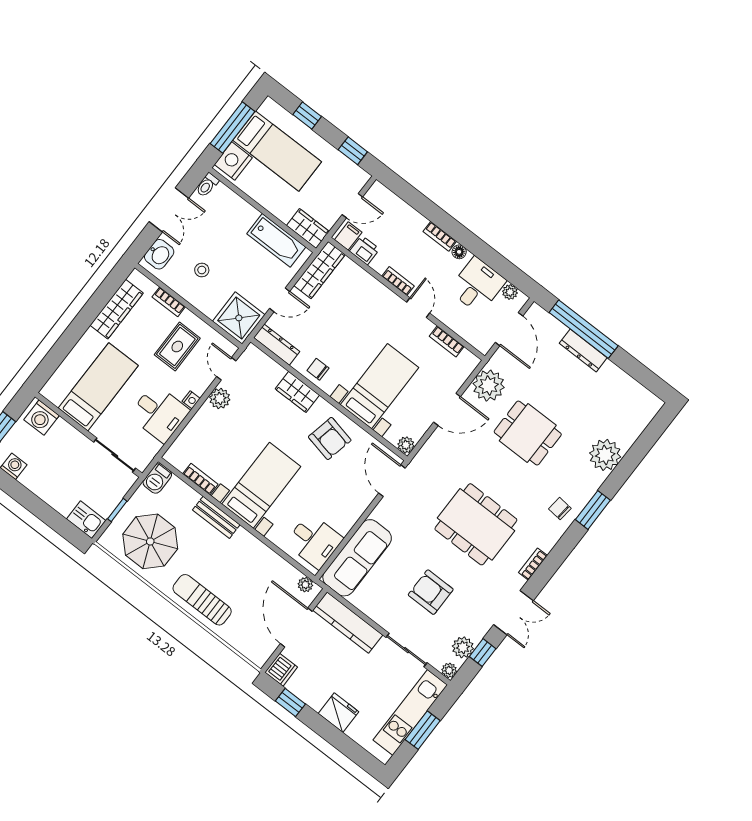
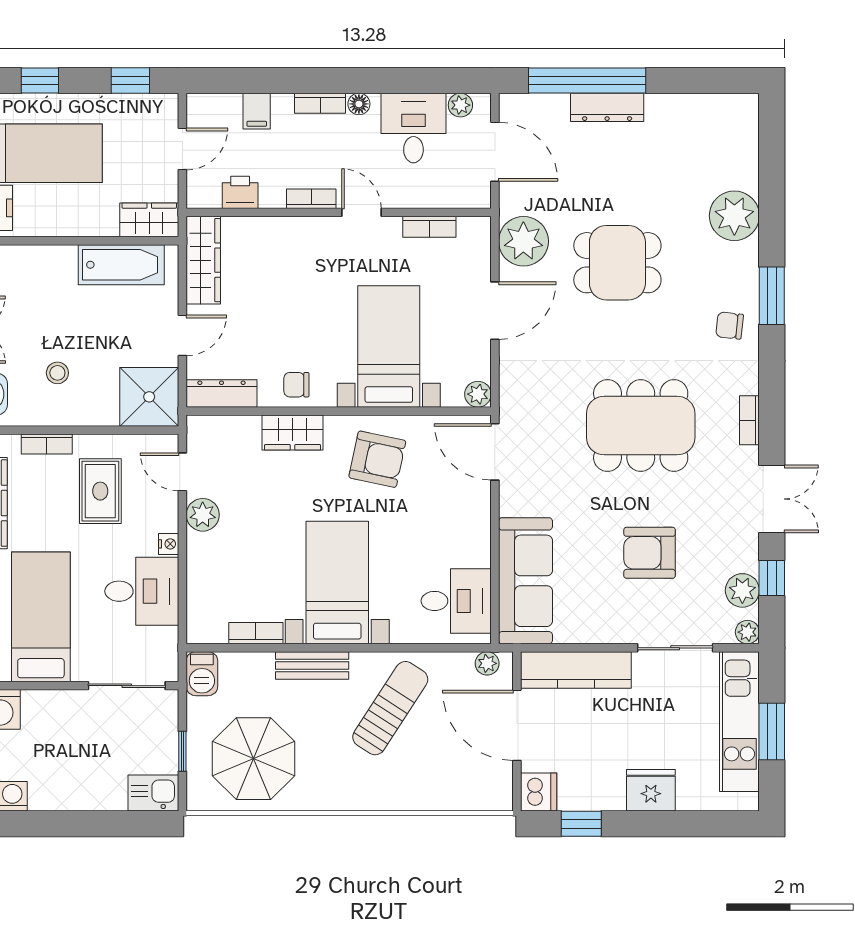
filing cabinet: (348, 236) -> (257, 111), moved, turned 180
sun lounger: (202, 600) -> (390, 708), moved, turned 123

